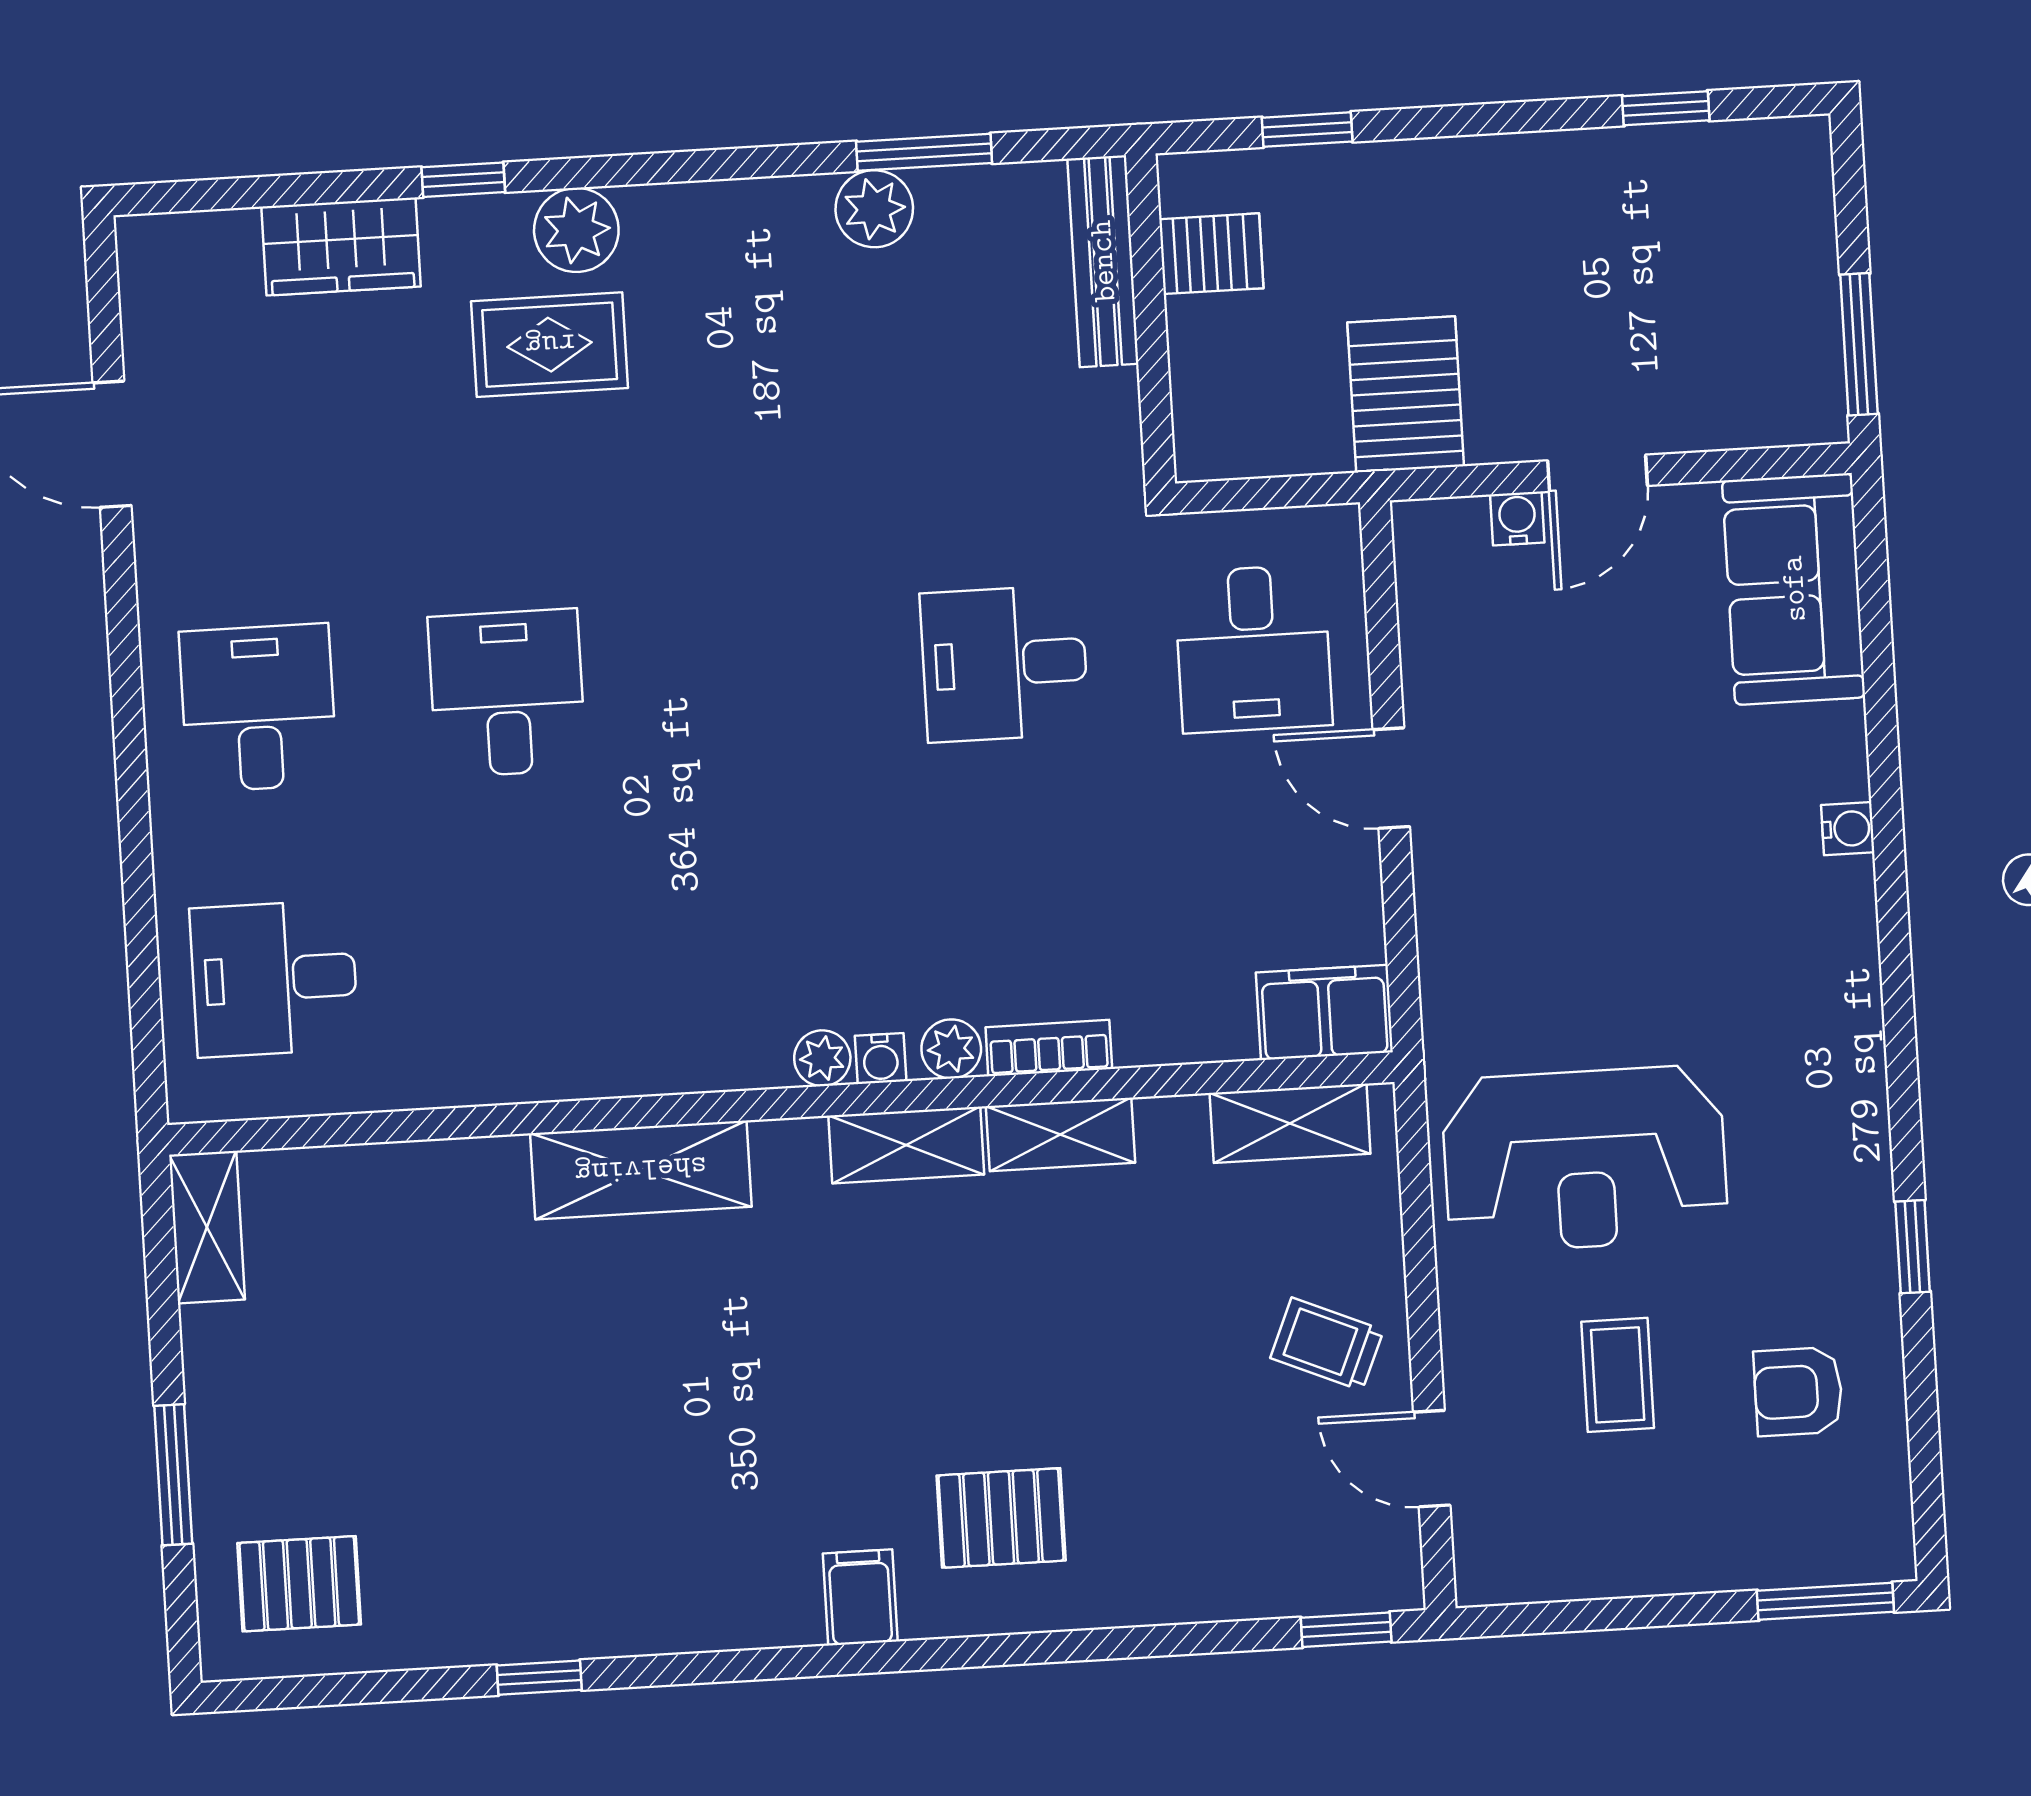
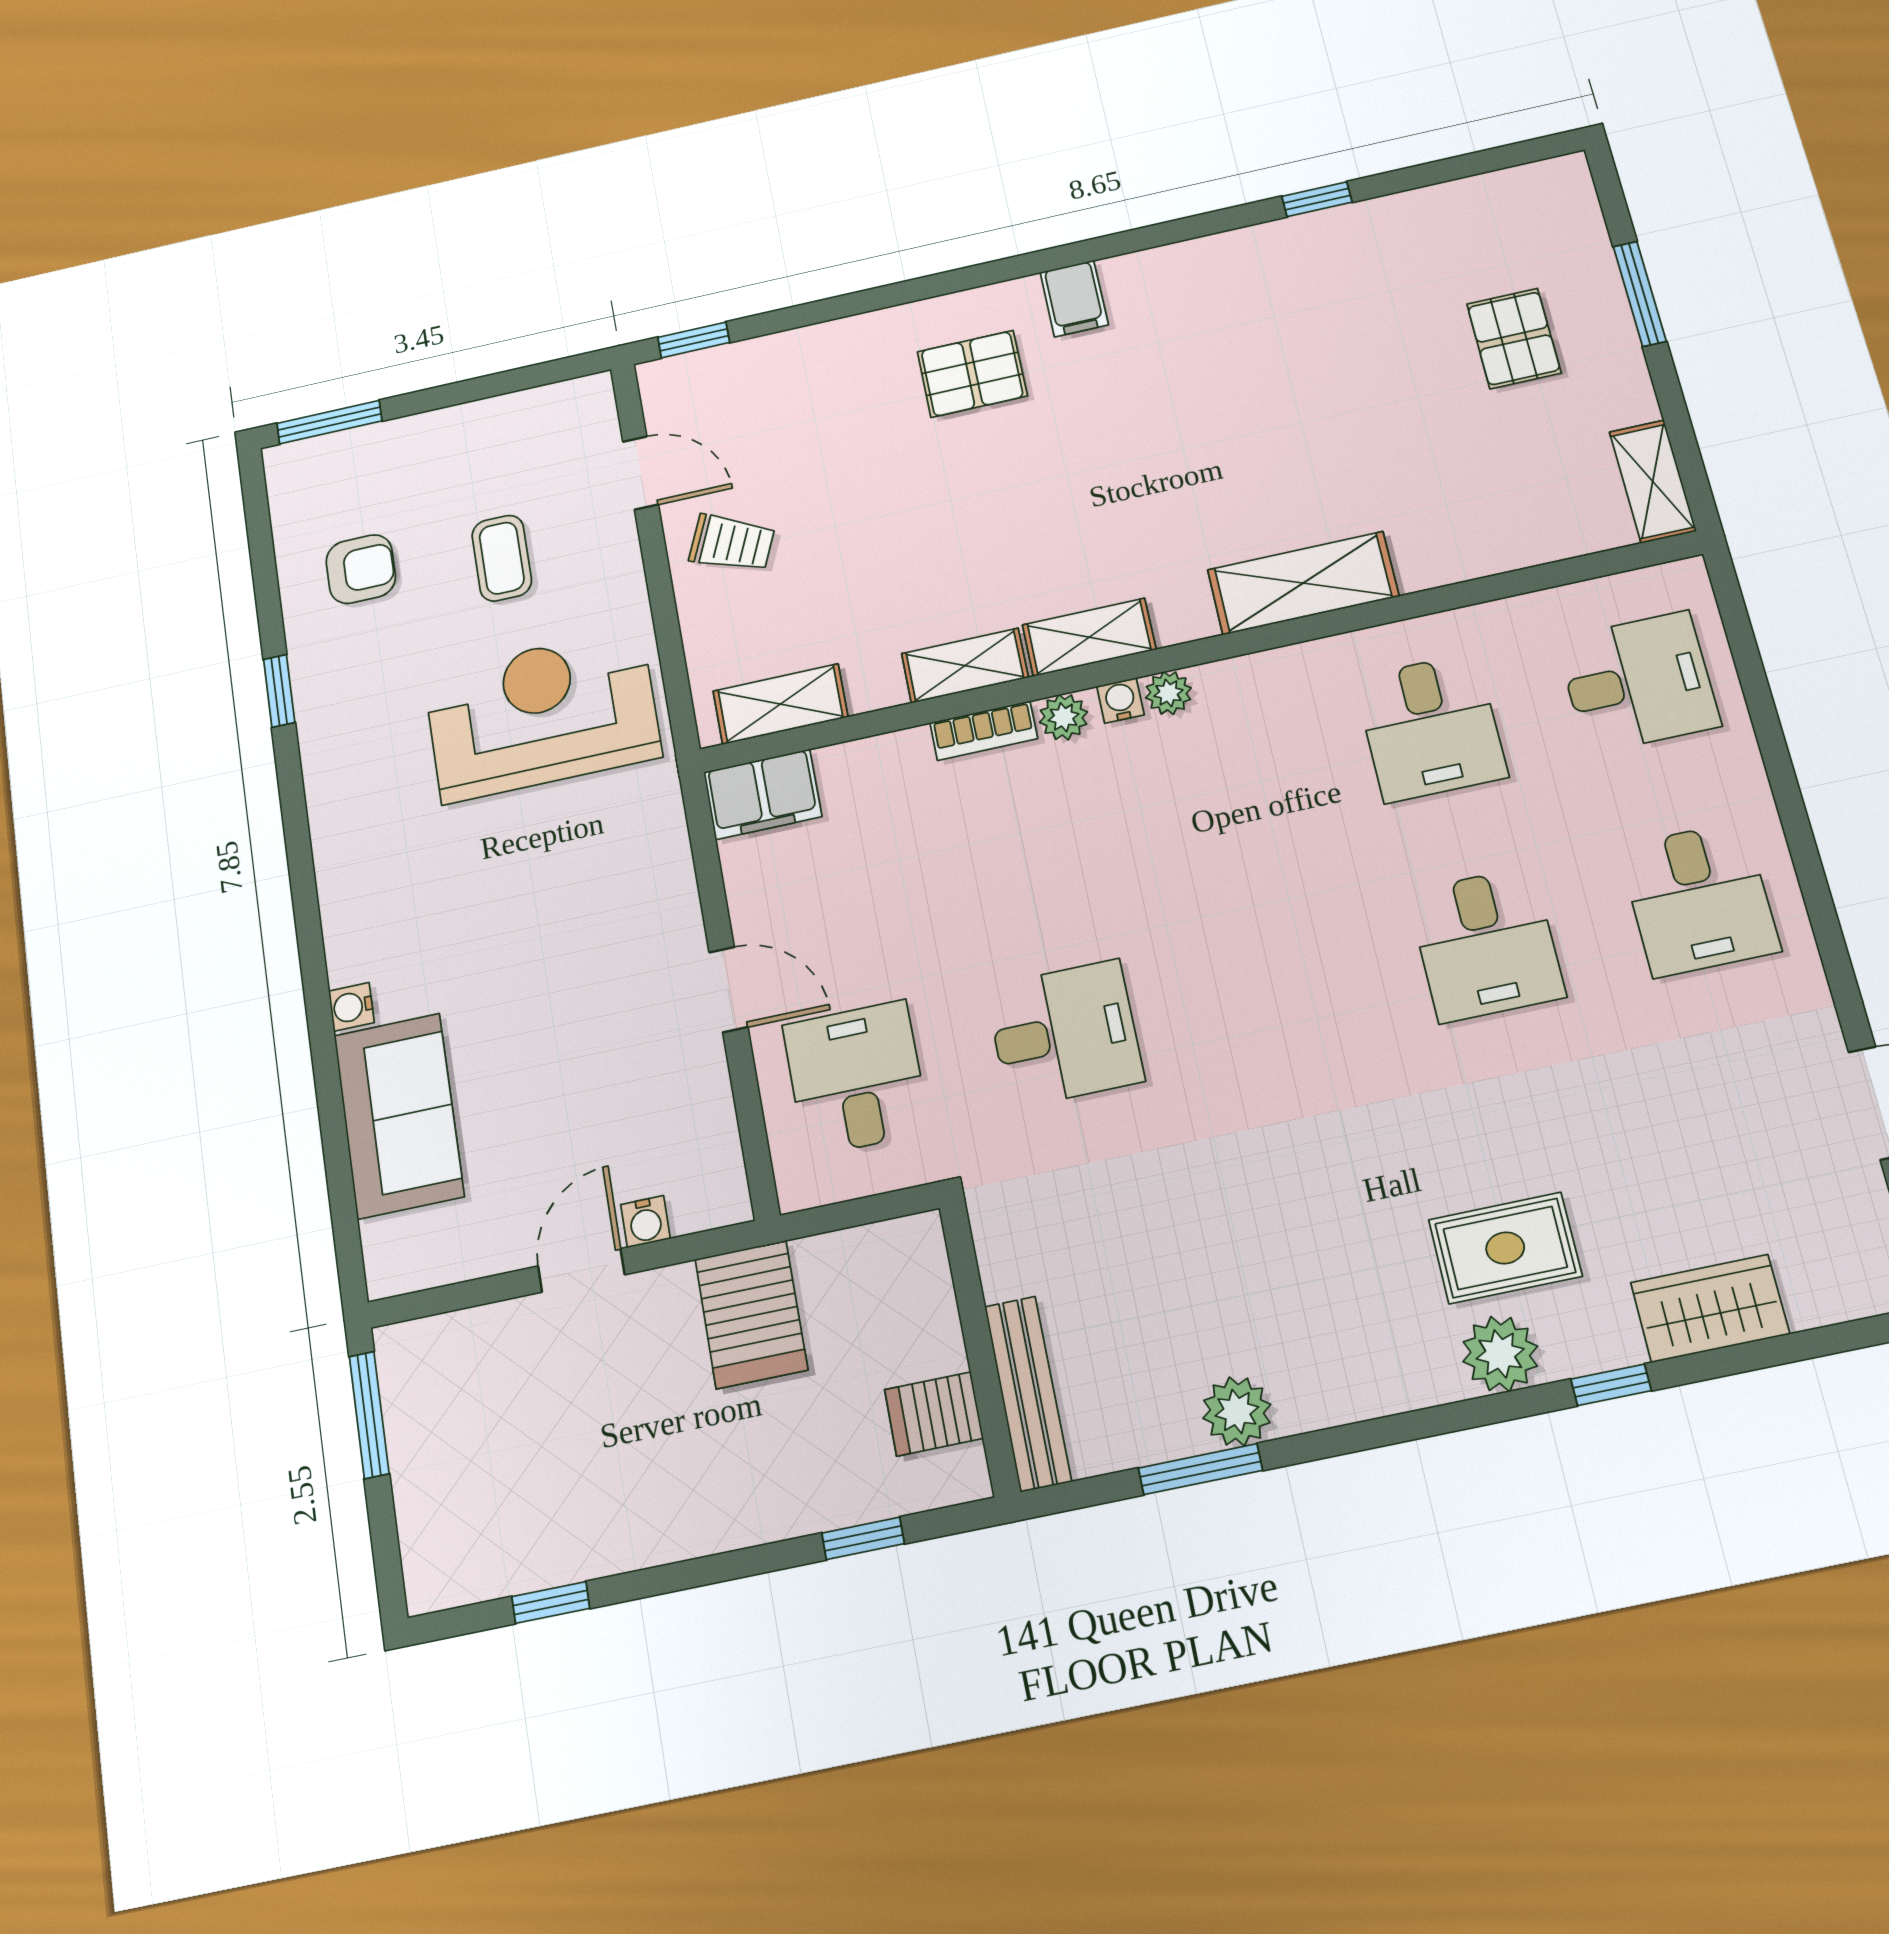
sofa: (1794, 589) -> (399, 1116), moved
desk: (523, 964) -> (1430, 727), added
pallet: (299, 1584) -> (1514, 338), moved, turned 90

